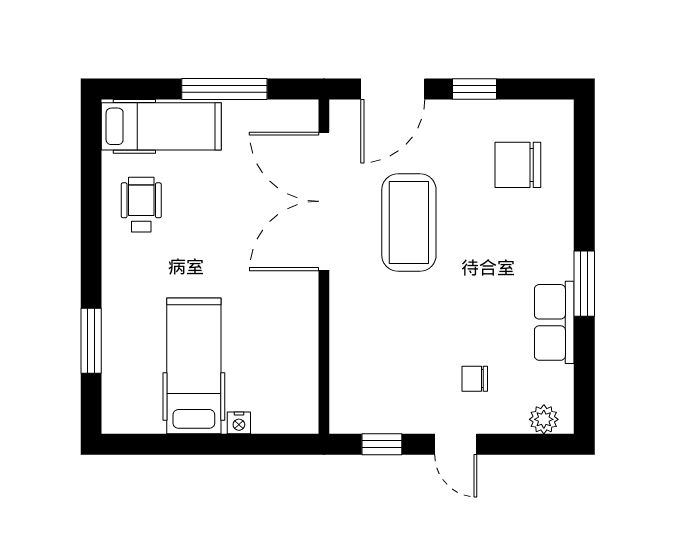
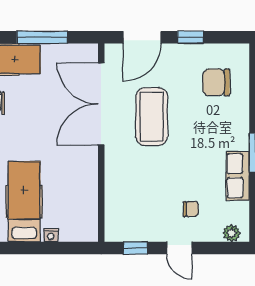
chair: (475, 379) -> (191, 209), turned 180

